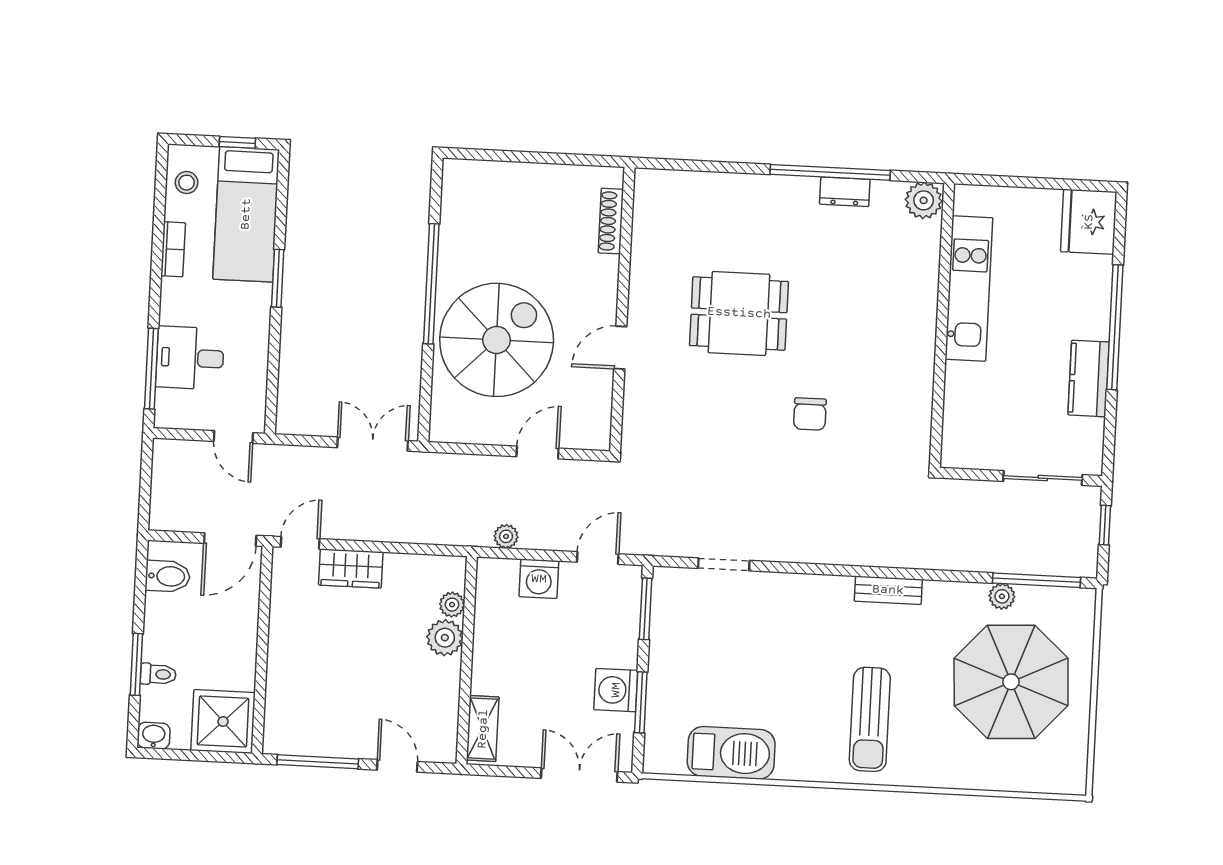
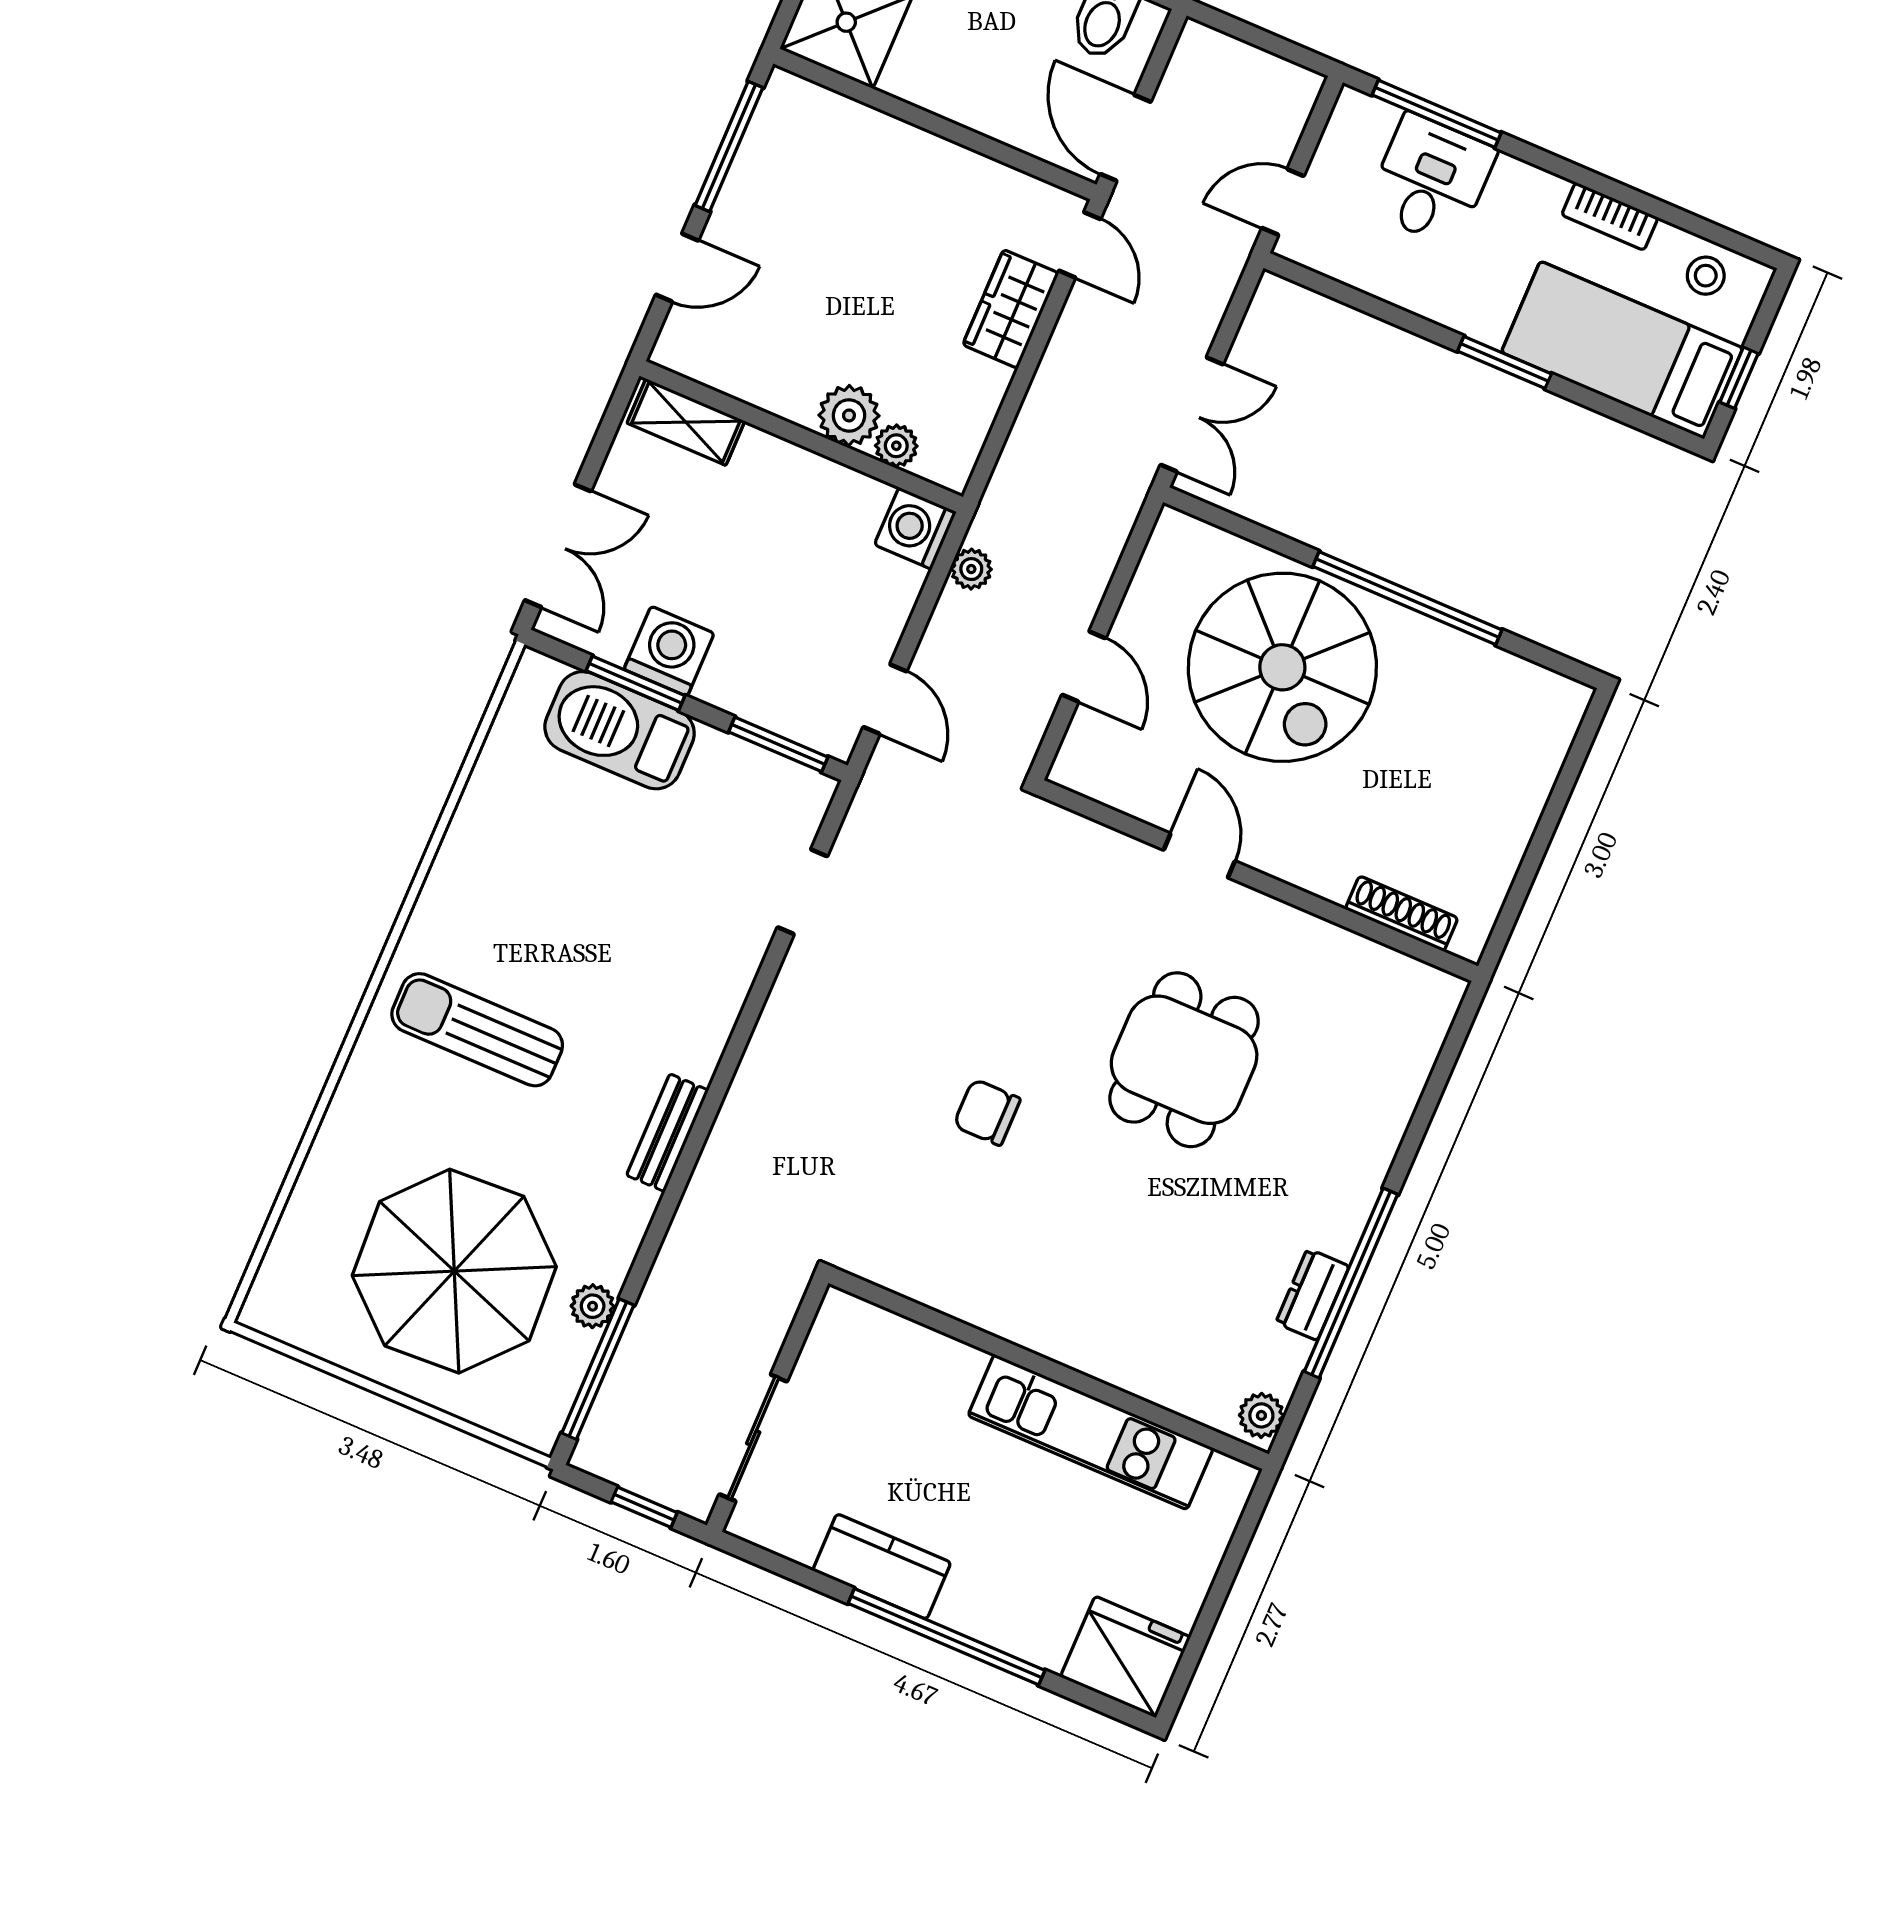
plant: (924, 200) -> (1261, 1415), width x0.73, depth x0.73
washing machine: (539, 579) -> (915, 528), moved
barbecue: (731, 753) -> (620, 730), moved, turned 90

